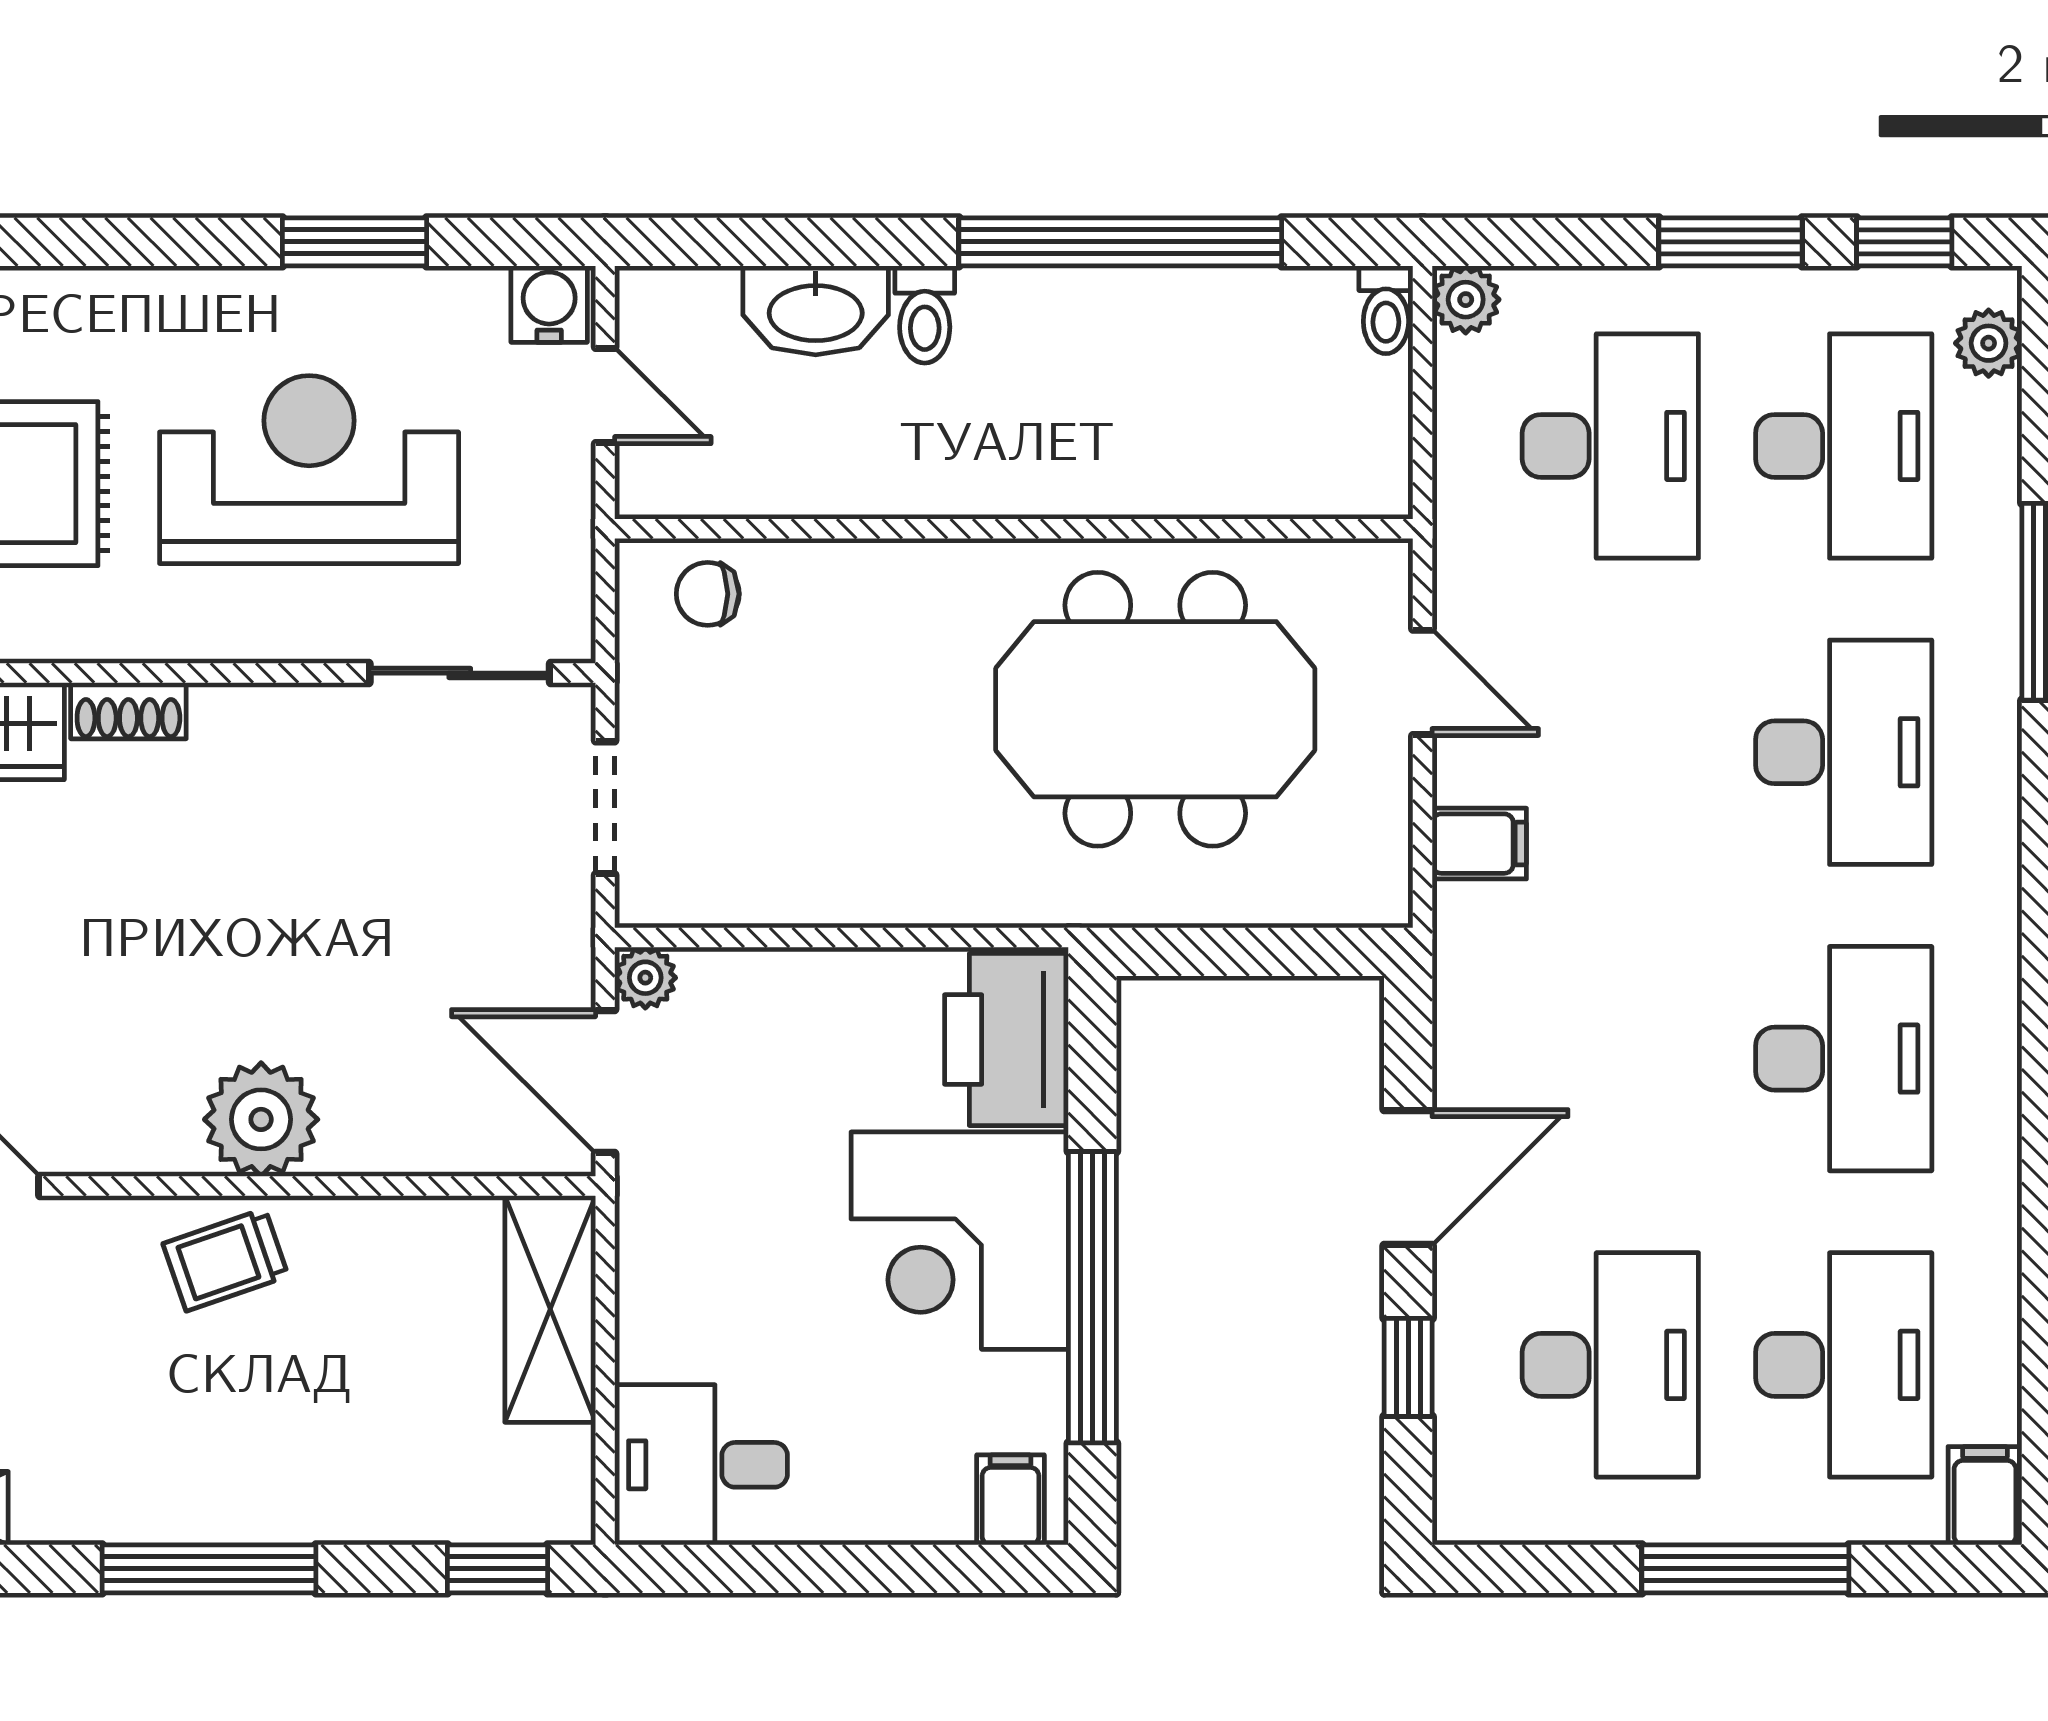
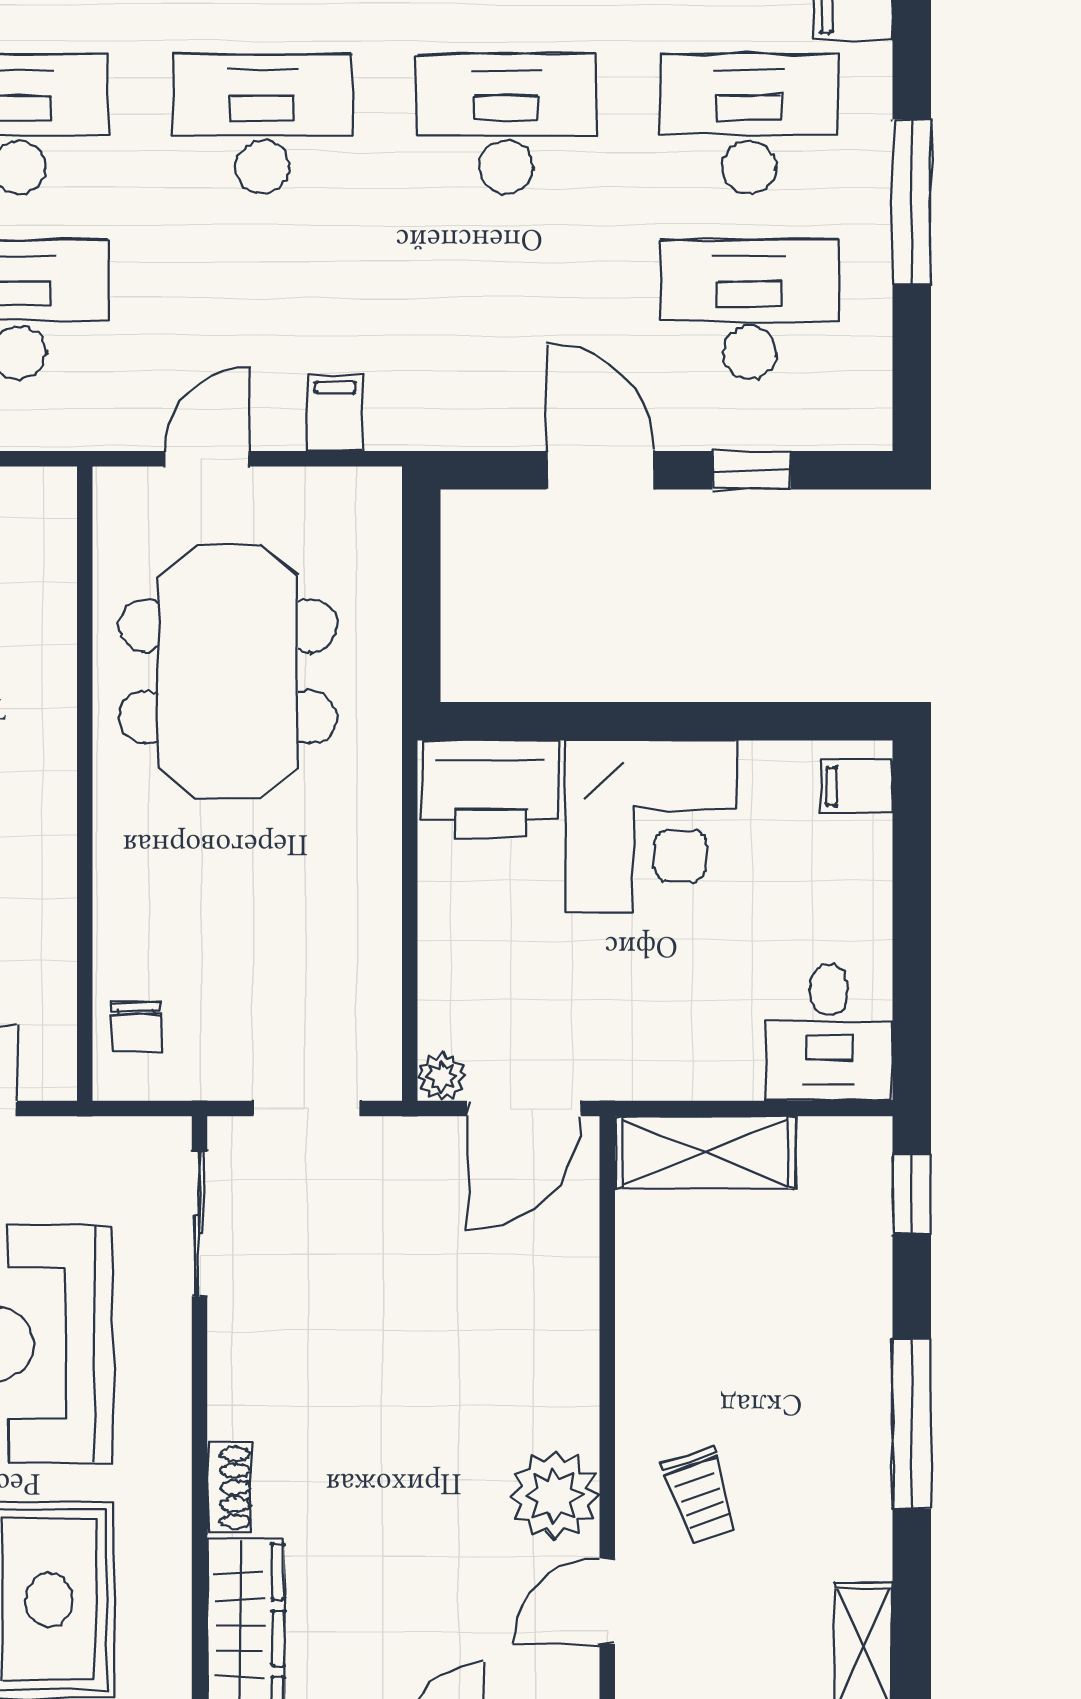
plant: (261, 1119) -> (554, 1496), moved
trolley: (226, 1260) -> (701, 1495), moved
window: (1092, 1297) -> (696, 721), removed

